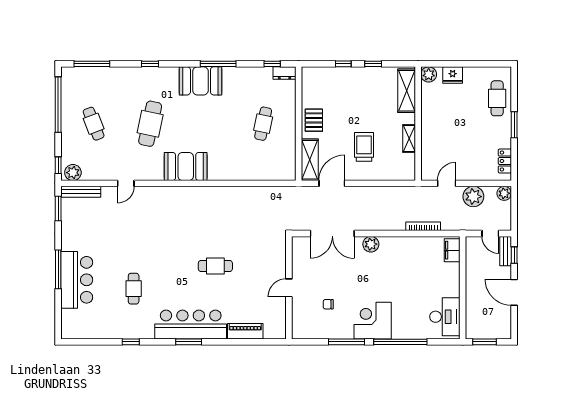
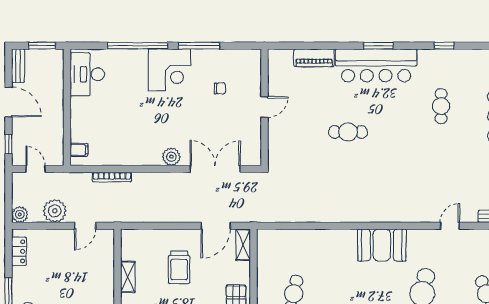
shelving: (310, 160) -> (243, 245), width x0.67, depth x0.75
filing cabinet: (452, 250) -> (79, 150), width x0.50
bench: (506, 251) -> (18, 66), moved

